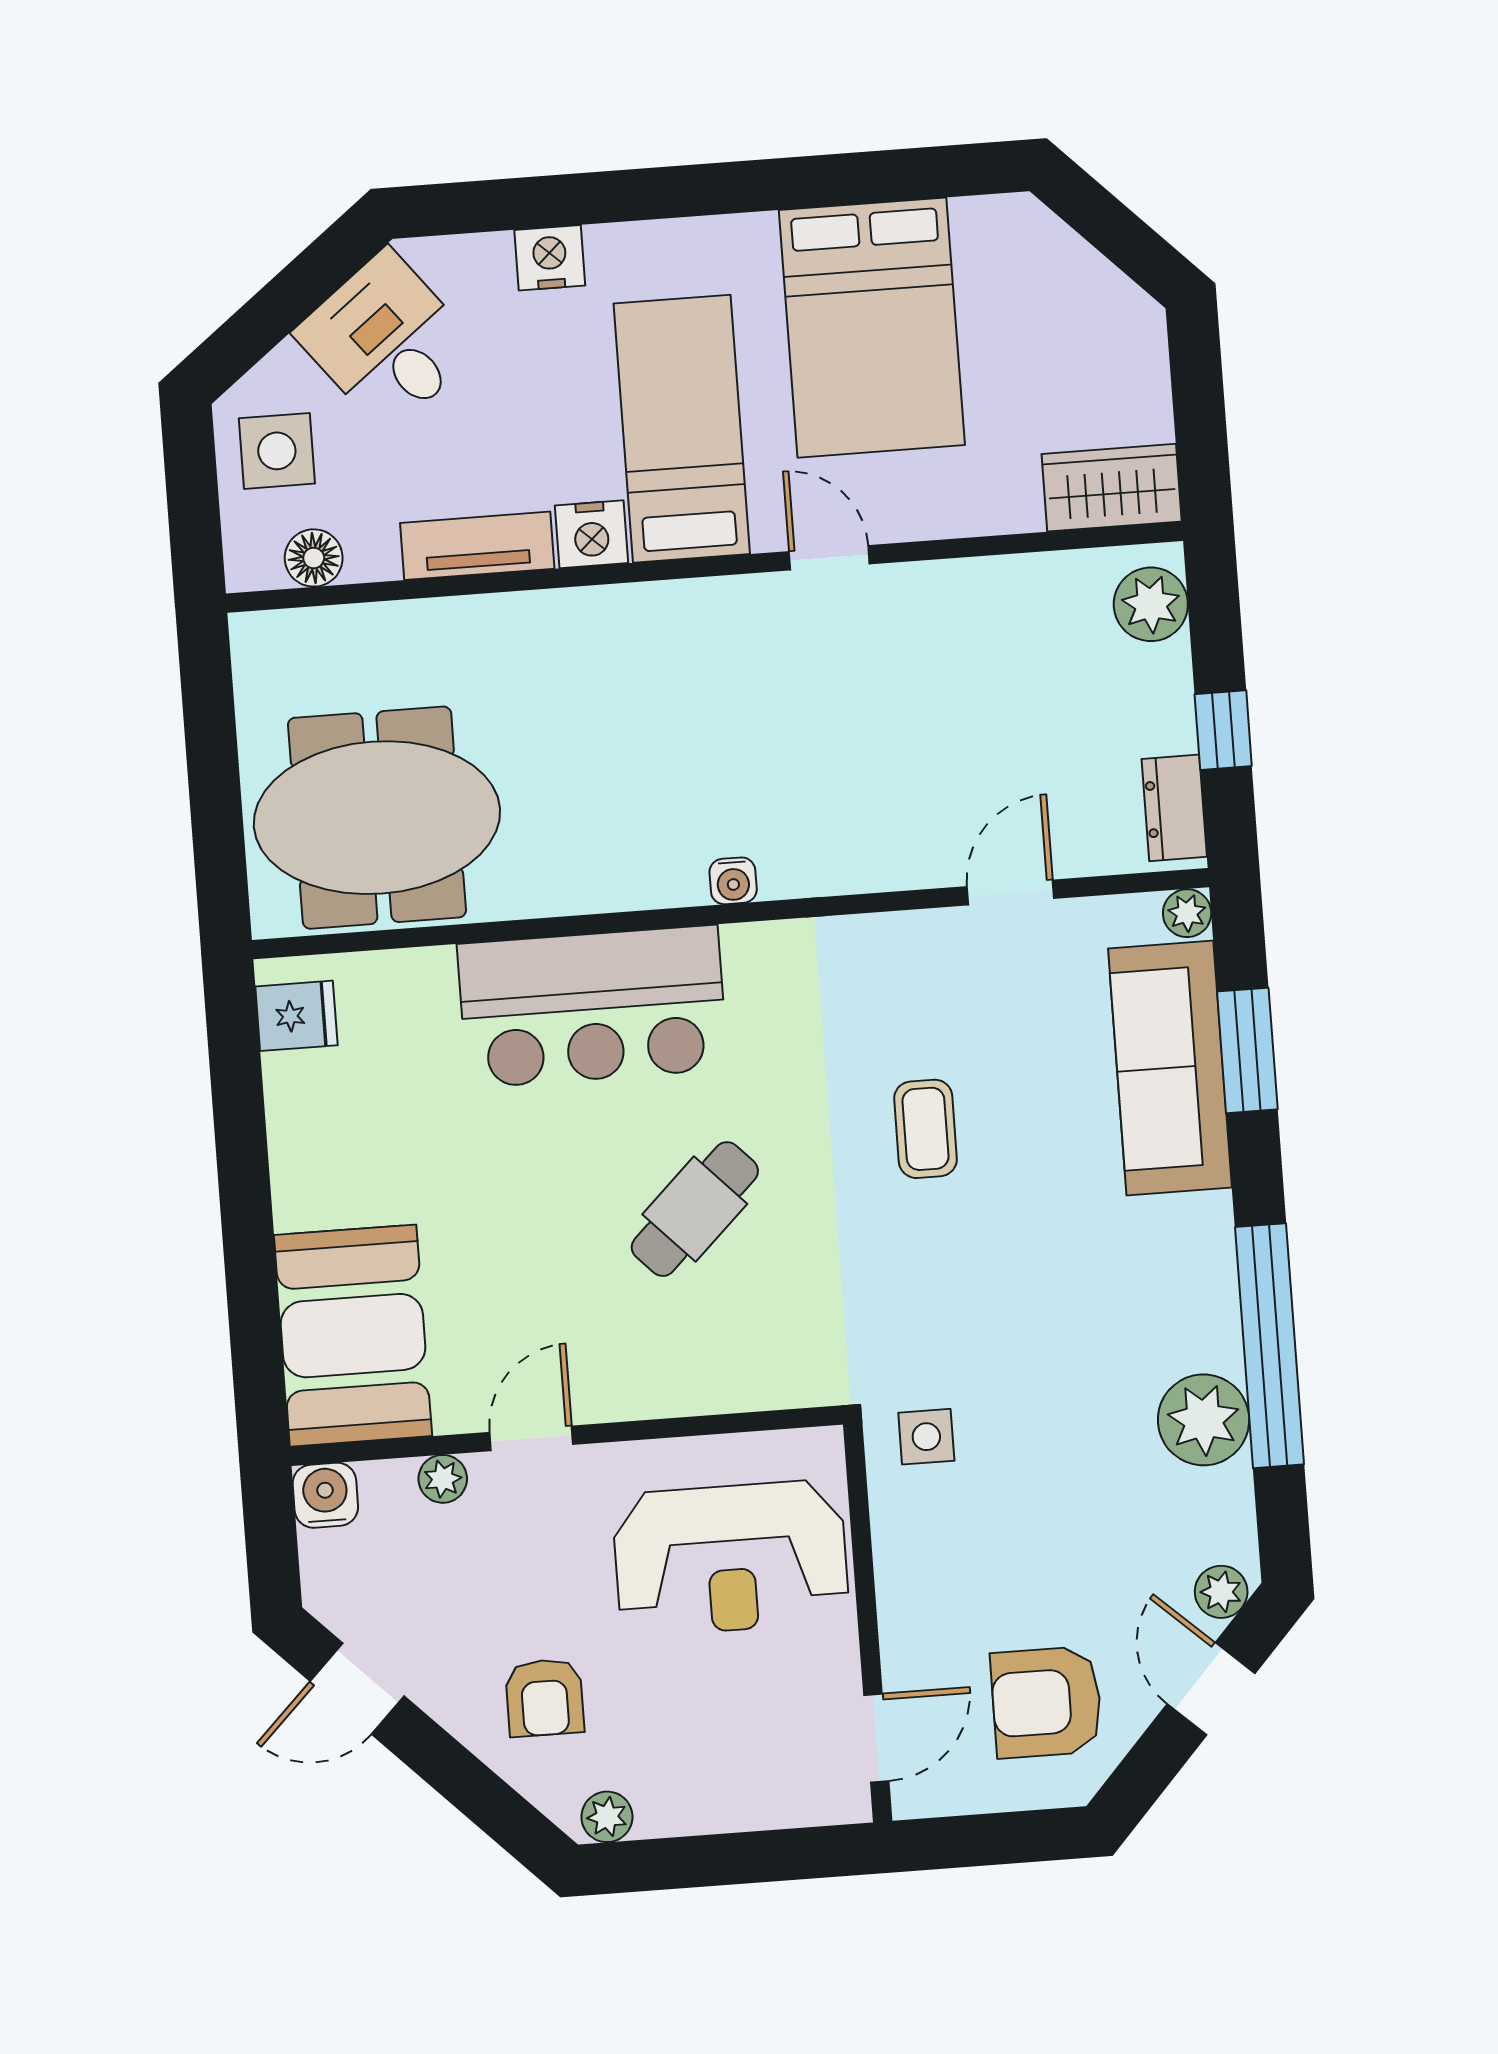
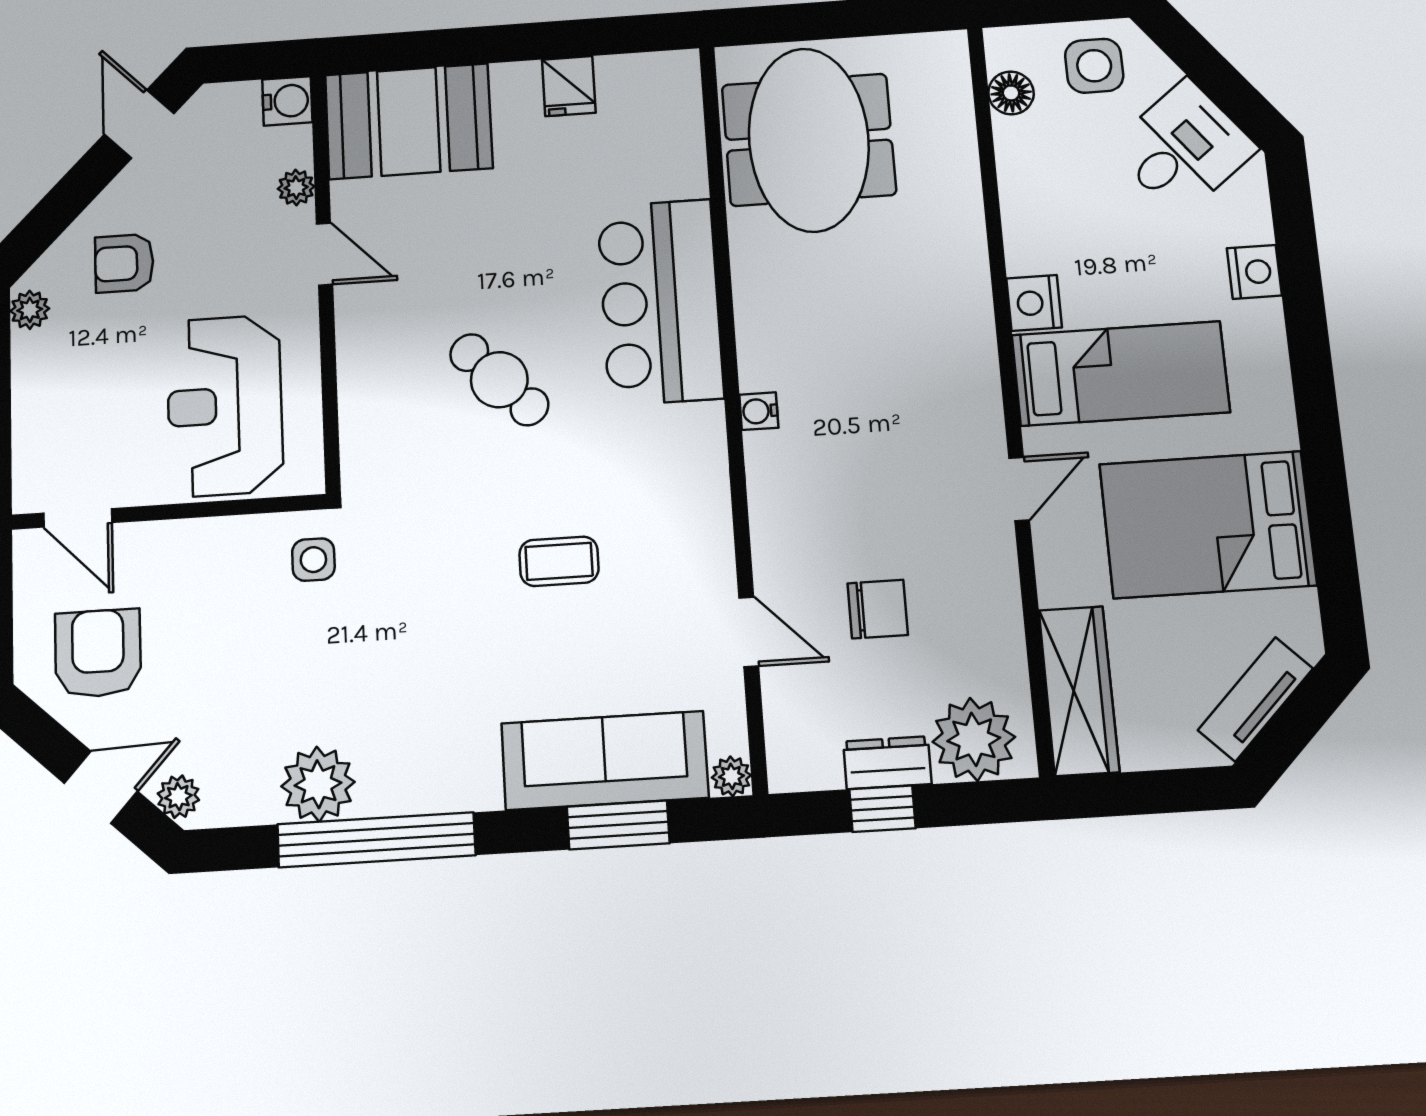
wardrobe: (1112, 488) -> (1079, 691), width x1.50
tv unit: (477, 546) -> (1256, 699), moved, turned -135
plant: (1151, 604) -> (974, 739), width x1.36, depth x1.36
chair: (981, 734) -> (878, 609), added
dresser: (1174, 808) -> (887, 763), moved
fridge: (296, 1016) -> (569, 86), moved

